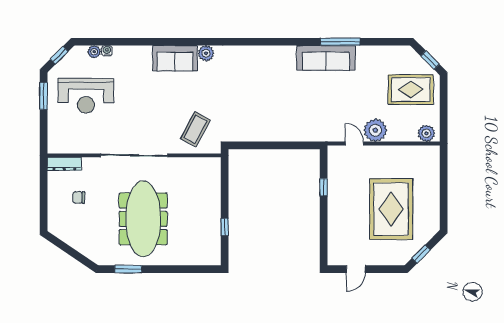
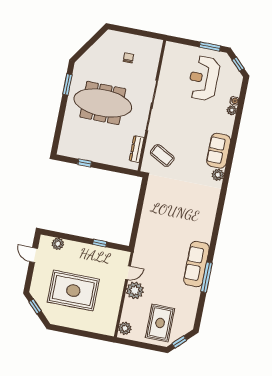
plant: (94, 52) -> (232, 110), moved
dresser: (64, 164) -> (137, 149), moved
plant: (335, 241) -> (58, 244), added

